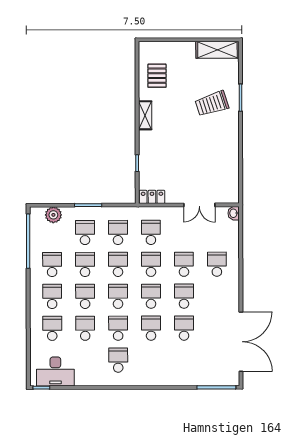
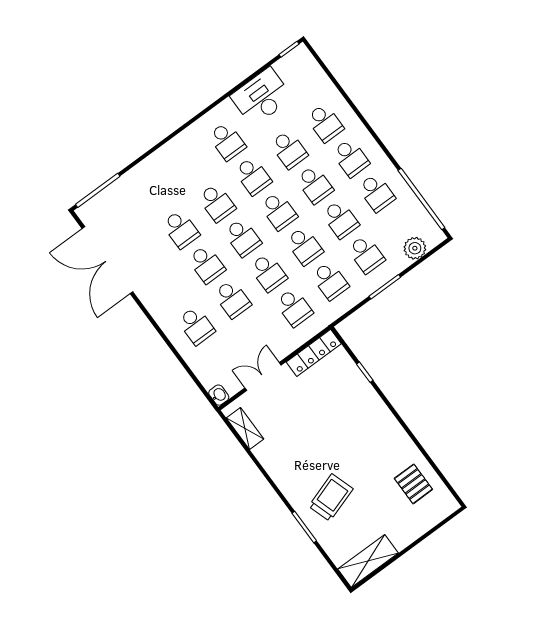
shelving: (145, 115) -> (245, 428), moved
locker: (152, 197) -> (314, 353), width x1.53
desk: (55, 371) -> (262, 97), moved

